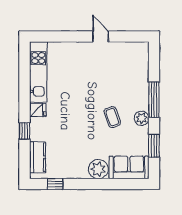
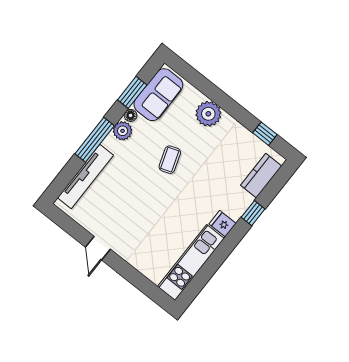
tv unit: (142, 73) -> (85, 177), added
coffee table: (112, 117) -> (170, 160), moved
floor lamp: (144, 131) -> (131, 115), added
sofa: (129, 167) -> (158, 95), moved, turned -90

